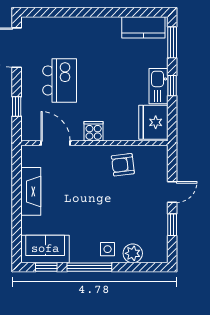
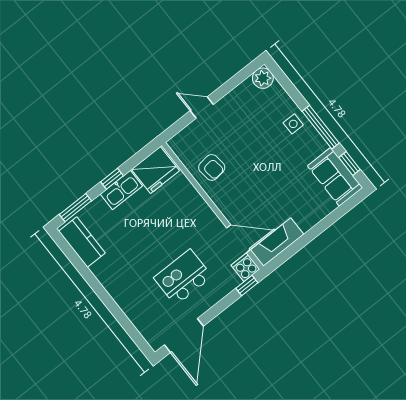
window: (17, 106) -> (247, 285), moved
cooker: (94, 131) -> (245, 267), moved, turned 90
door: (56, 143) -> (239, 239), swing flipped
fireplace: (31, 191) -> (277, 242), moved
window: (172, 225) -> (229, 86), removed
plant: (133, 253) -> (263, 78), moved

